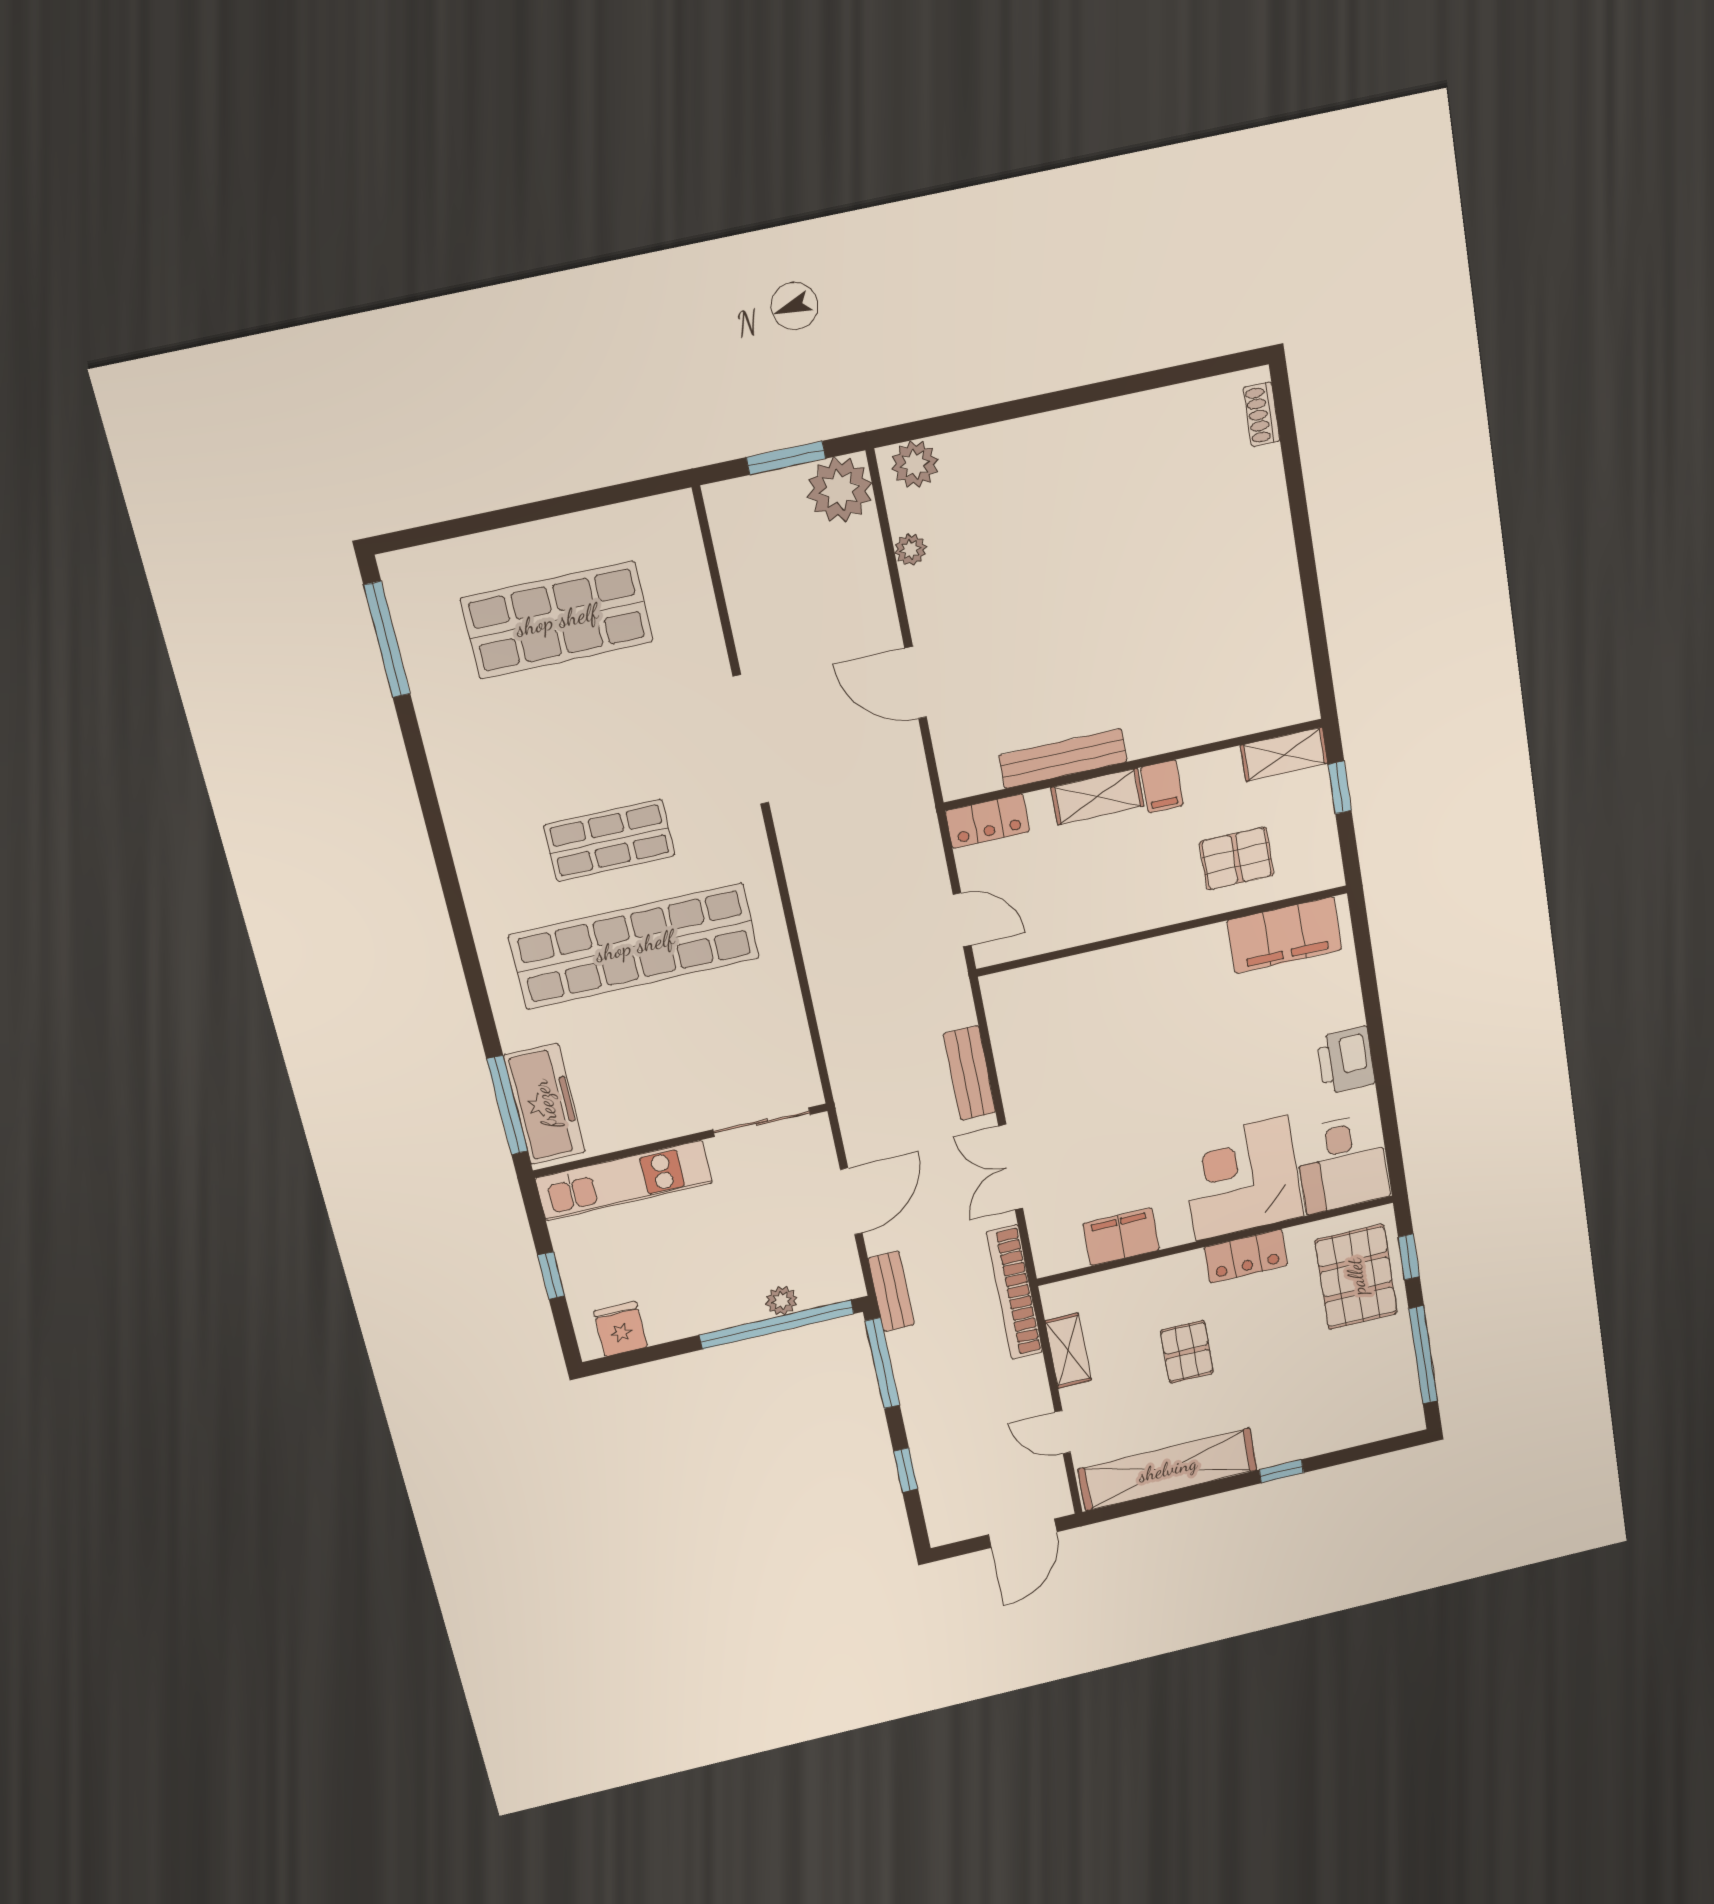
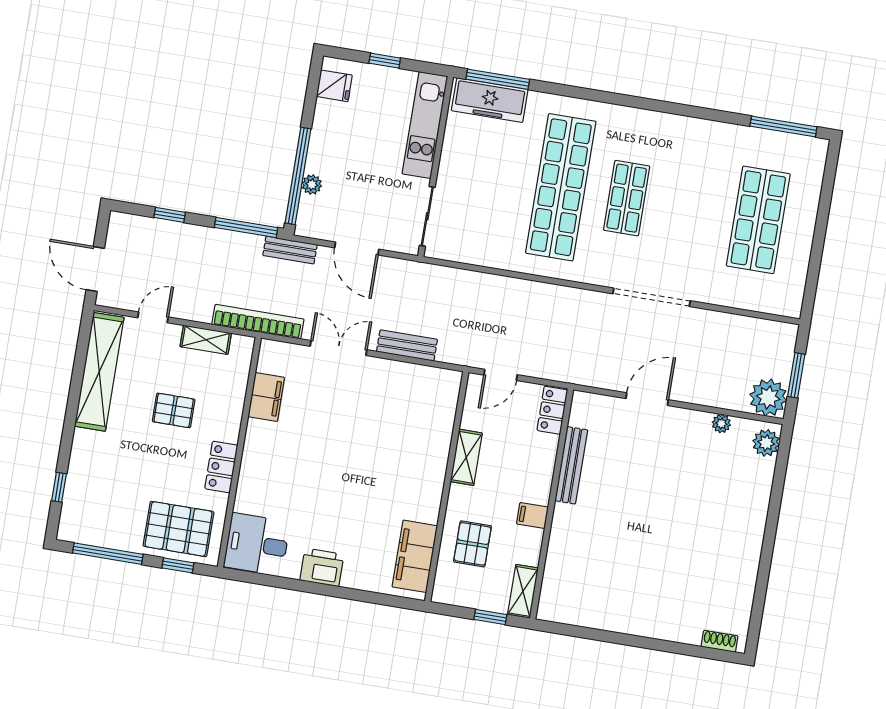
shelving: (1097, 797) -> (466, 457), moved
corner desk: (1241, 1178) -> (273, 481), removed
window: (1281, 1471) -> (59, 487), moved

